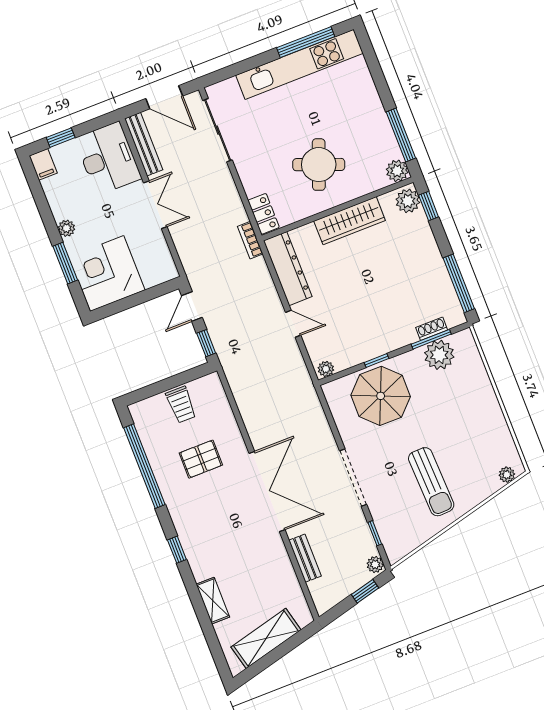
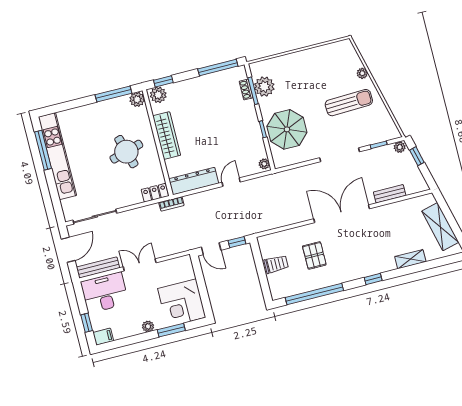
round table: (319, 165) -> (126, 152), turned -37
plant: (507, 475) -> (362, 73), moved

